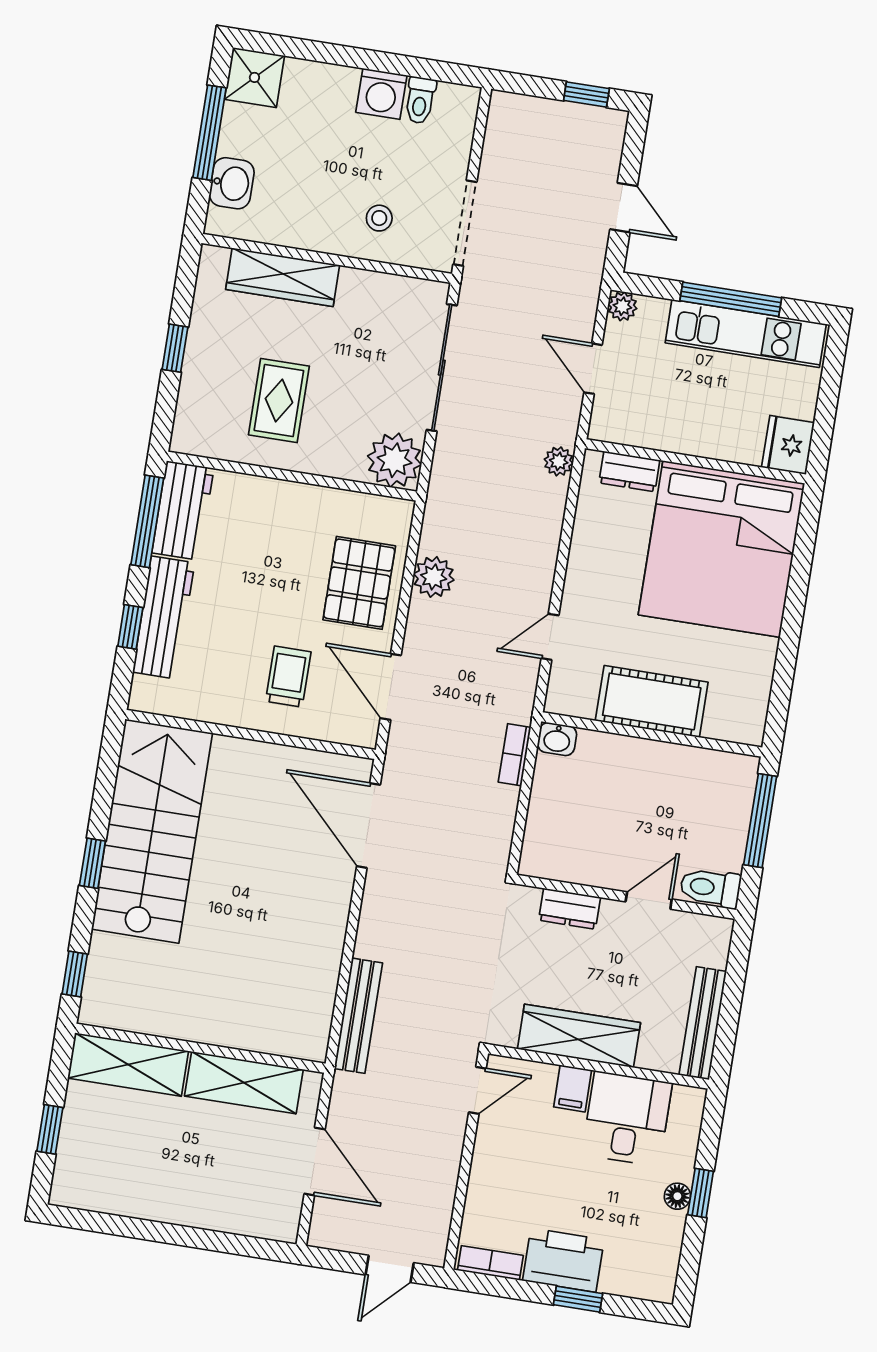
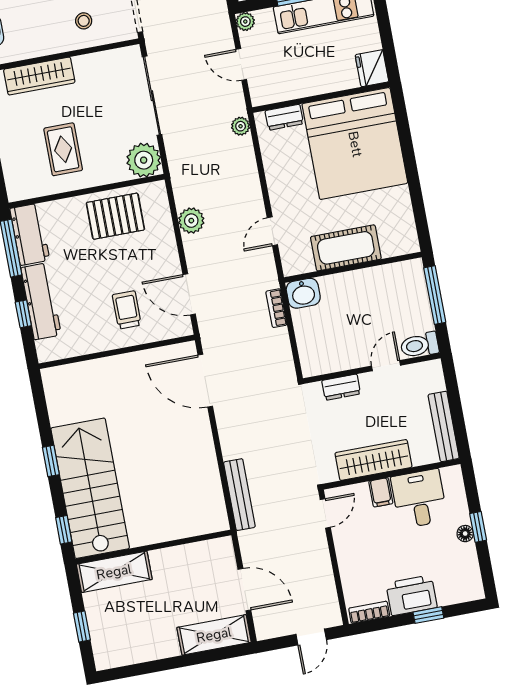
pallet: (359, 583) -> (115, 216), moved, turned 90
washbasin: (557, 739) -> (303, 293), width x1.38, depth x1.45
stairs: (152, 831) -> (90, 488), moved
shelving: (244, 1083) -> (214, 635), moved

